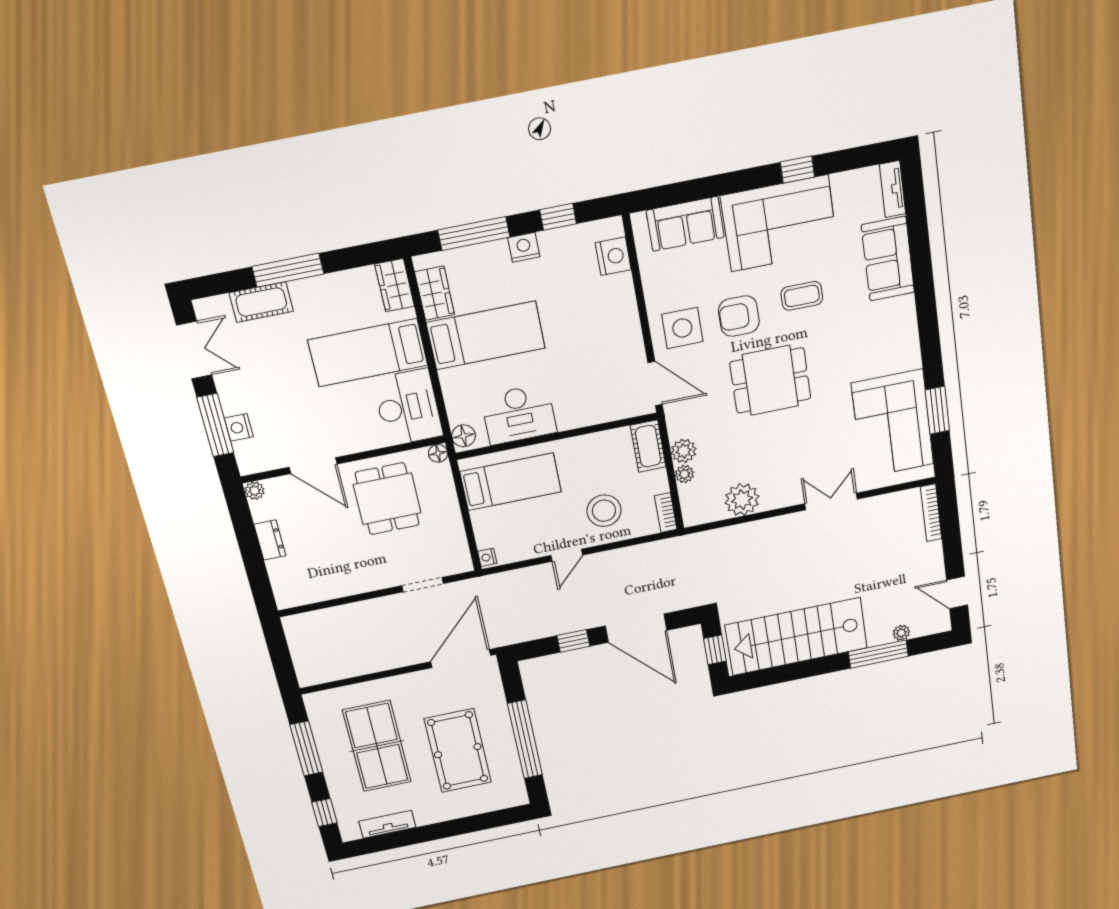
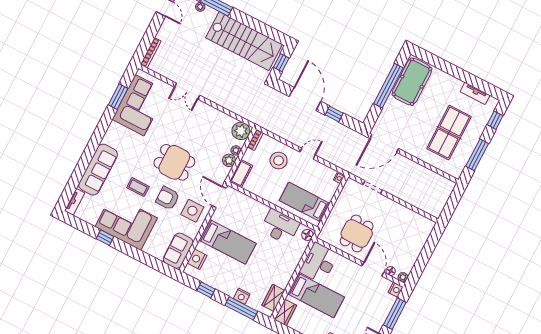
sofa: (685, 224) -> (178, 251), moved, turned -90
nightstand: (524, 247) -> (242, 296), moved
sofa: (888, 259) -> (98, 170), width x1.36
armchair: (739, 316) -> (168, 198), turned 180
bed: (486, 335) -> (228, 242), moved, turned 180
nightstand: (239, 427) -> (396, 290), moved
floor lamp: (438, 453) -> (391, 271), moved
plant: (742, 500) -> (241, 131), moved
dresser: (270, 540) -> (414, 253), removed
pool table: (458, 751) -> (412, 82), moved

